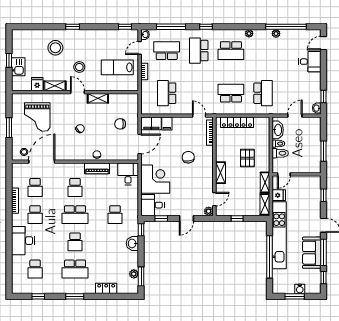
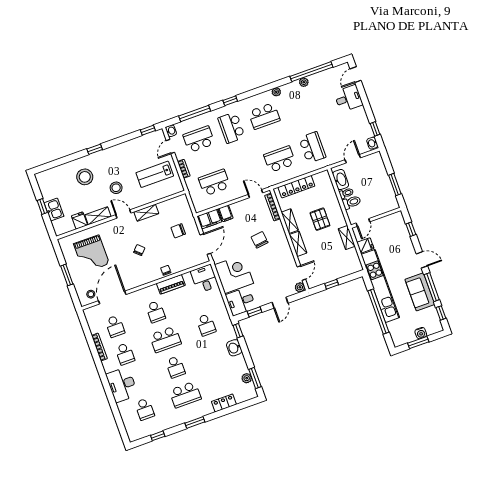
school desk: (167, 93) -> (214, 183), turned 90
shelving: (265, 204) -> (290, 221), moved

